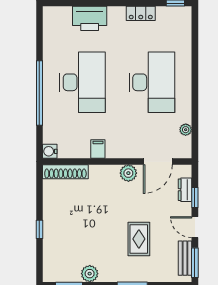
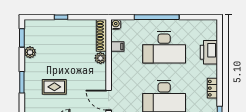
filing cabinet: (98, 149) -> (117, 46), moved
plant: (128, 173) -> (100, 58), moved

